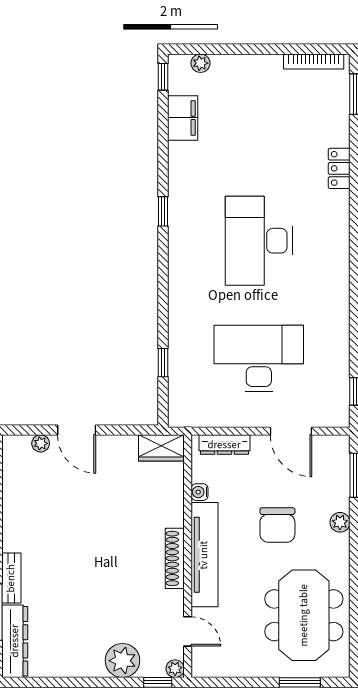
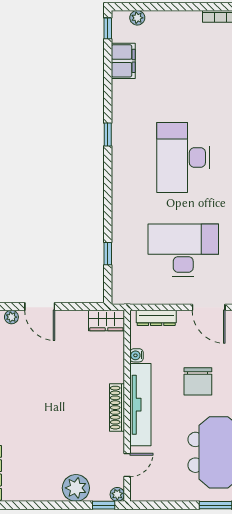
door: (188, 631) -> (127, 465), hinge flipped

